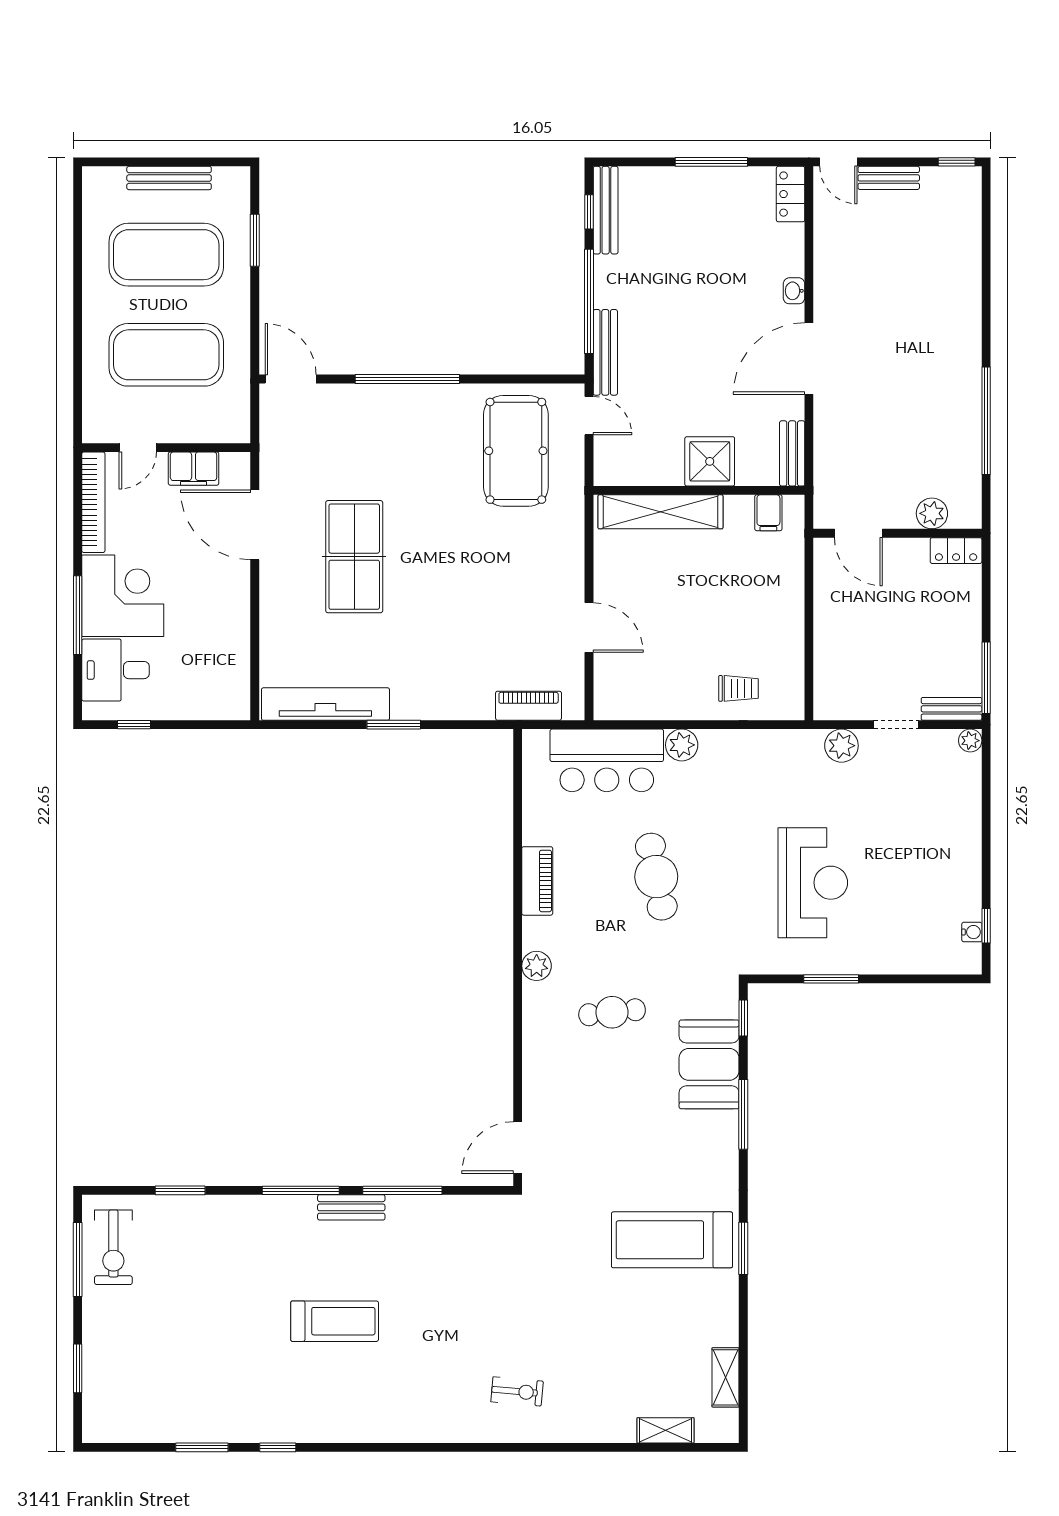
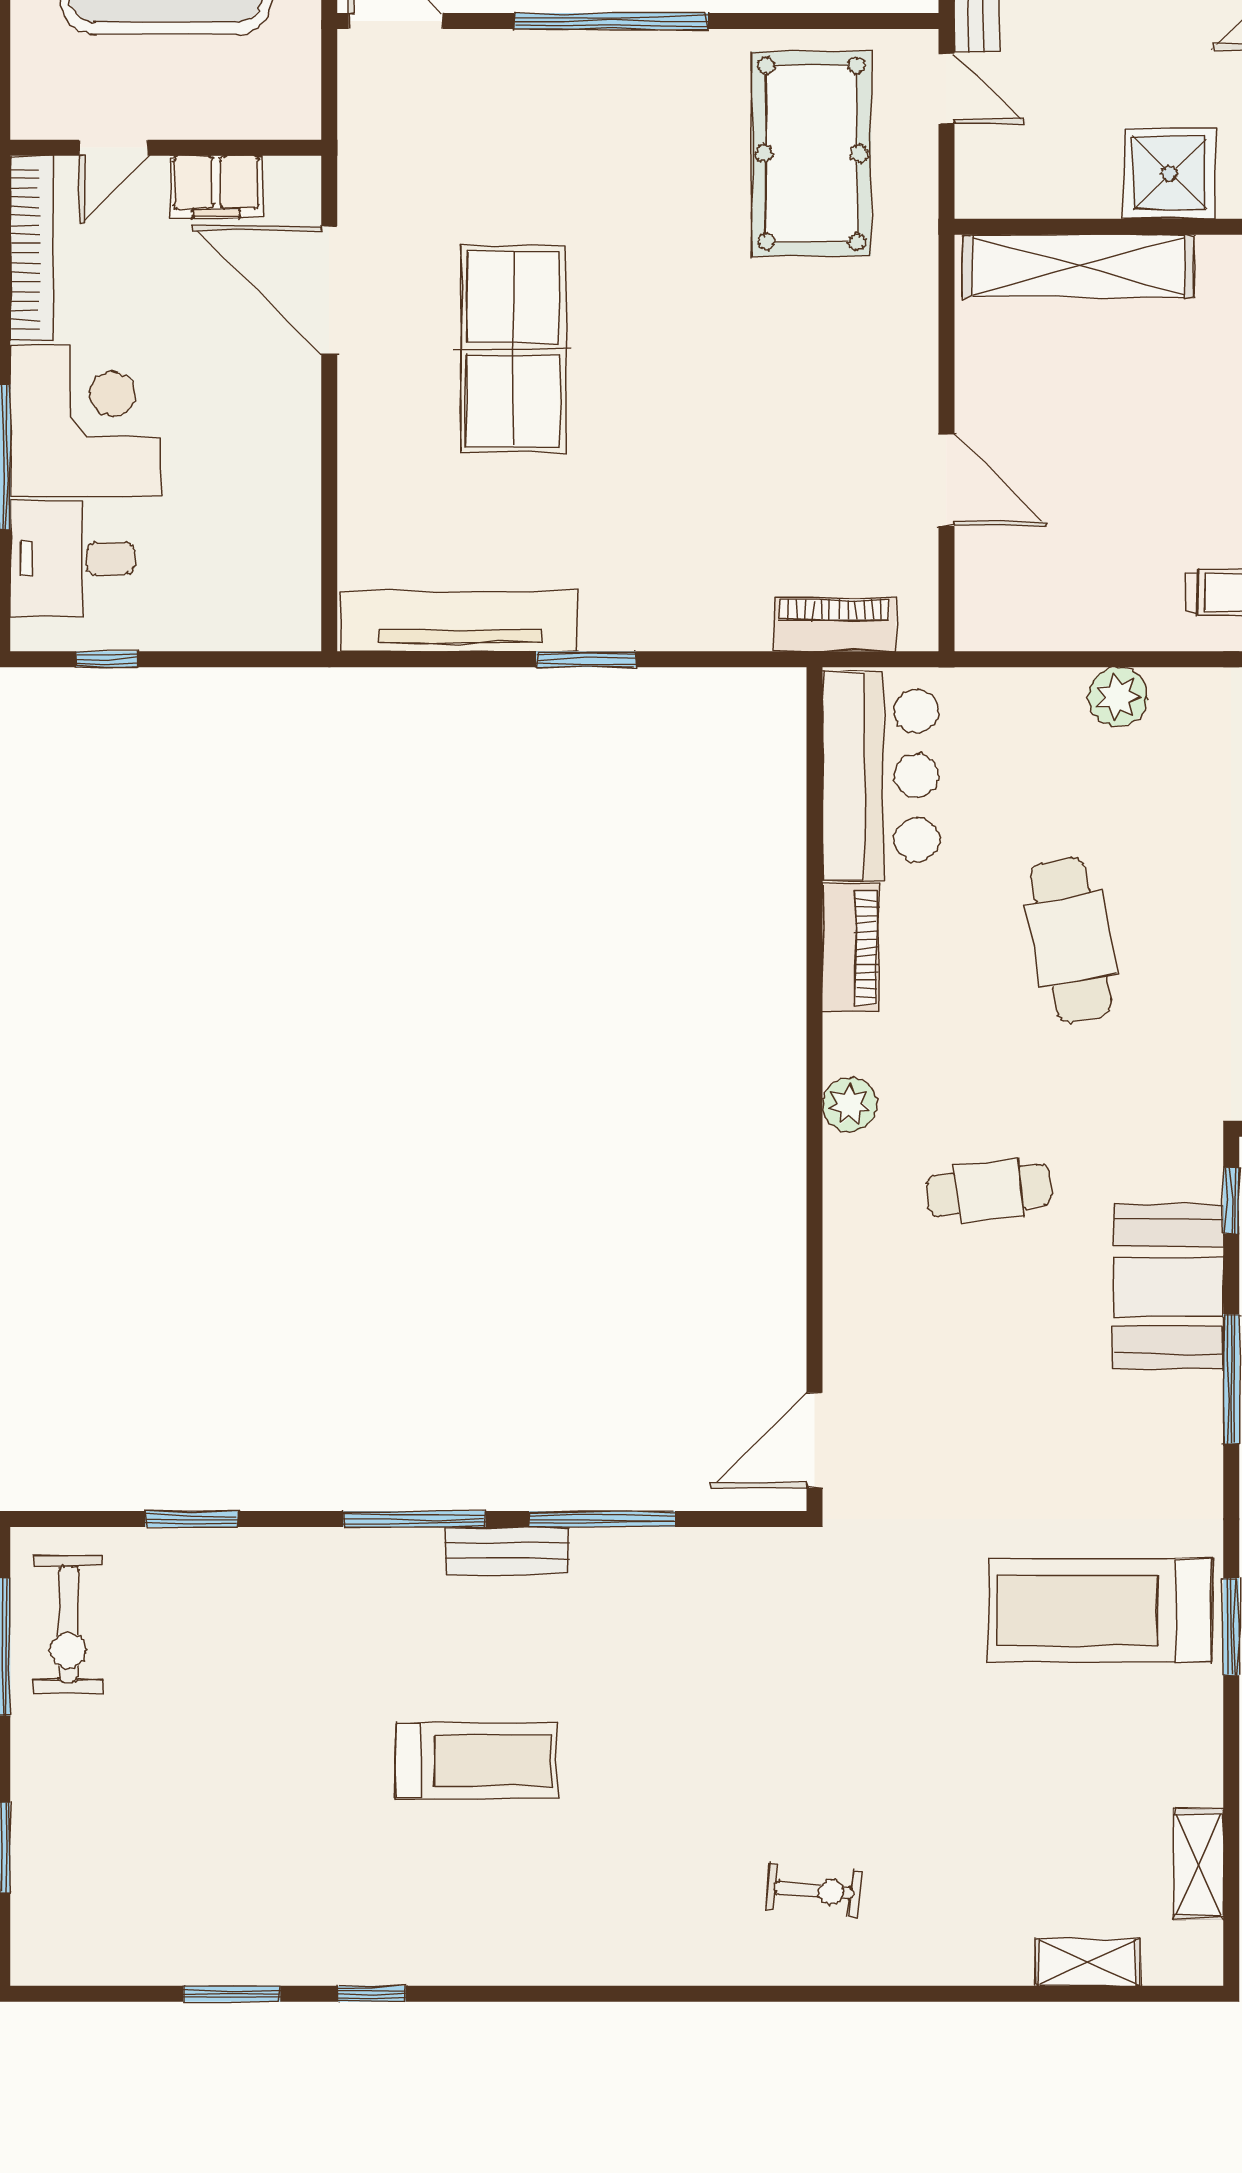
bar counter: (607, 760) -> (881, 776), moved, turned -90

